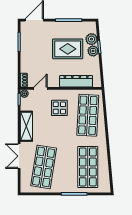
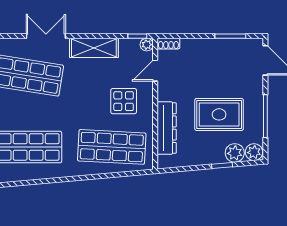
rug: (68, 49) -> (219, 114), turned 90
plant: (93, 51) -> (254, 152), moved
door: (41, 88) -> (155, 71), swing flipped

